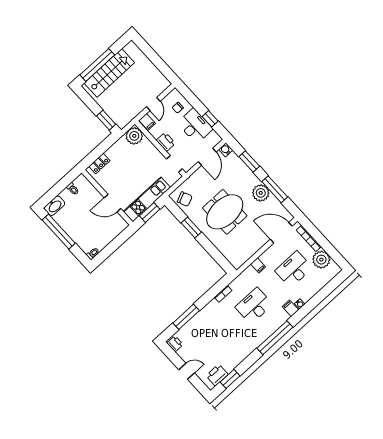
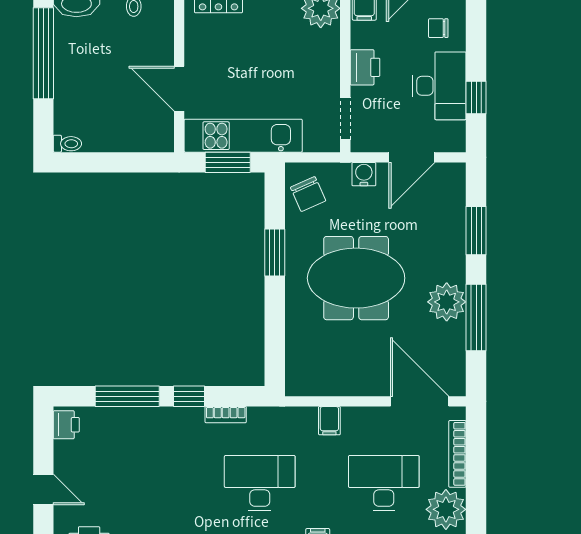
water cooler: (226, 150) -> (364, 174), moved
window: (206, 299) -> (189, 396), added

